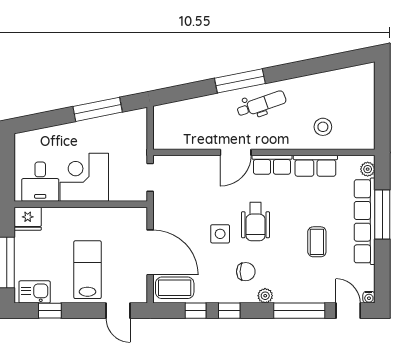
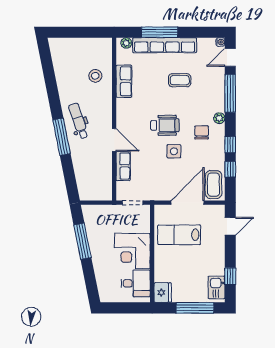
row of seats: (272, 165) -> (123, 166), moved
lab bench: (87, 270) -> (179, 235), moved

